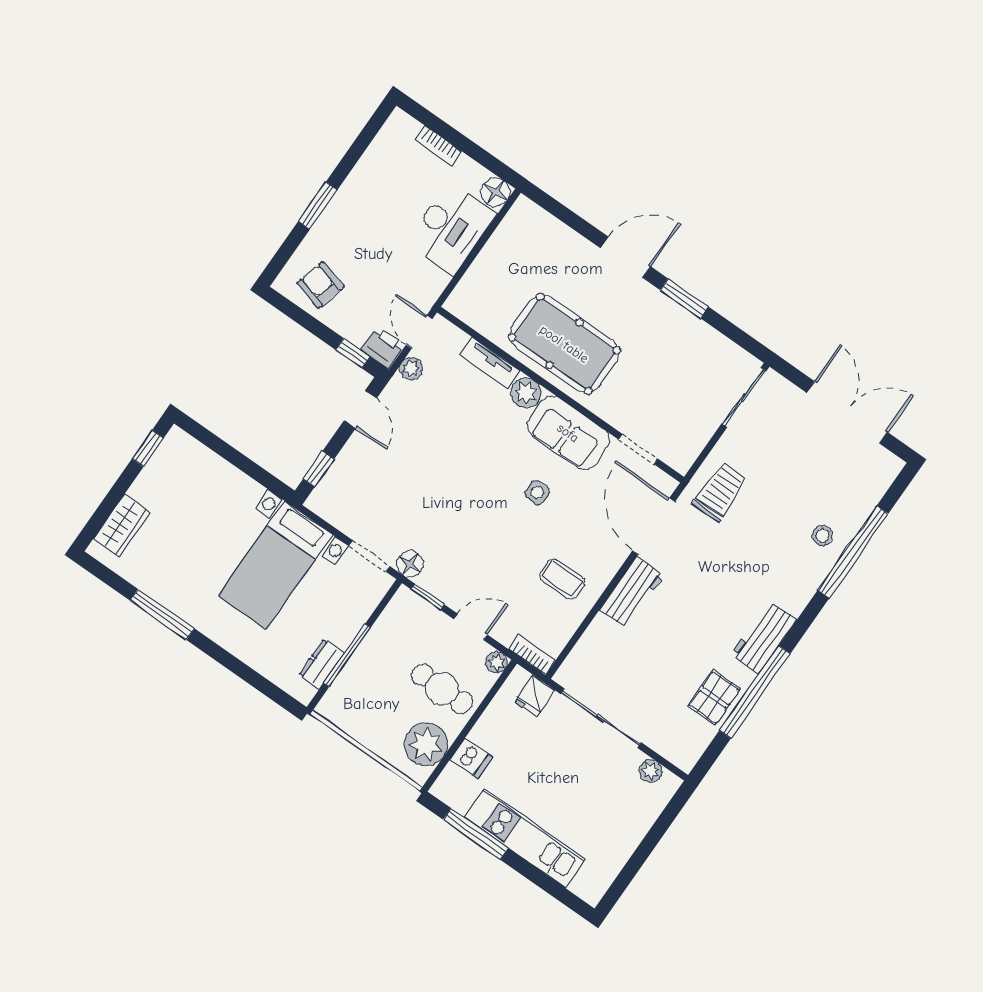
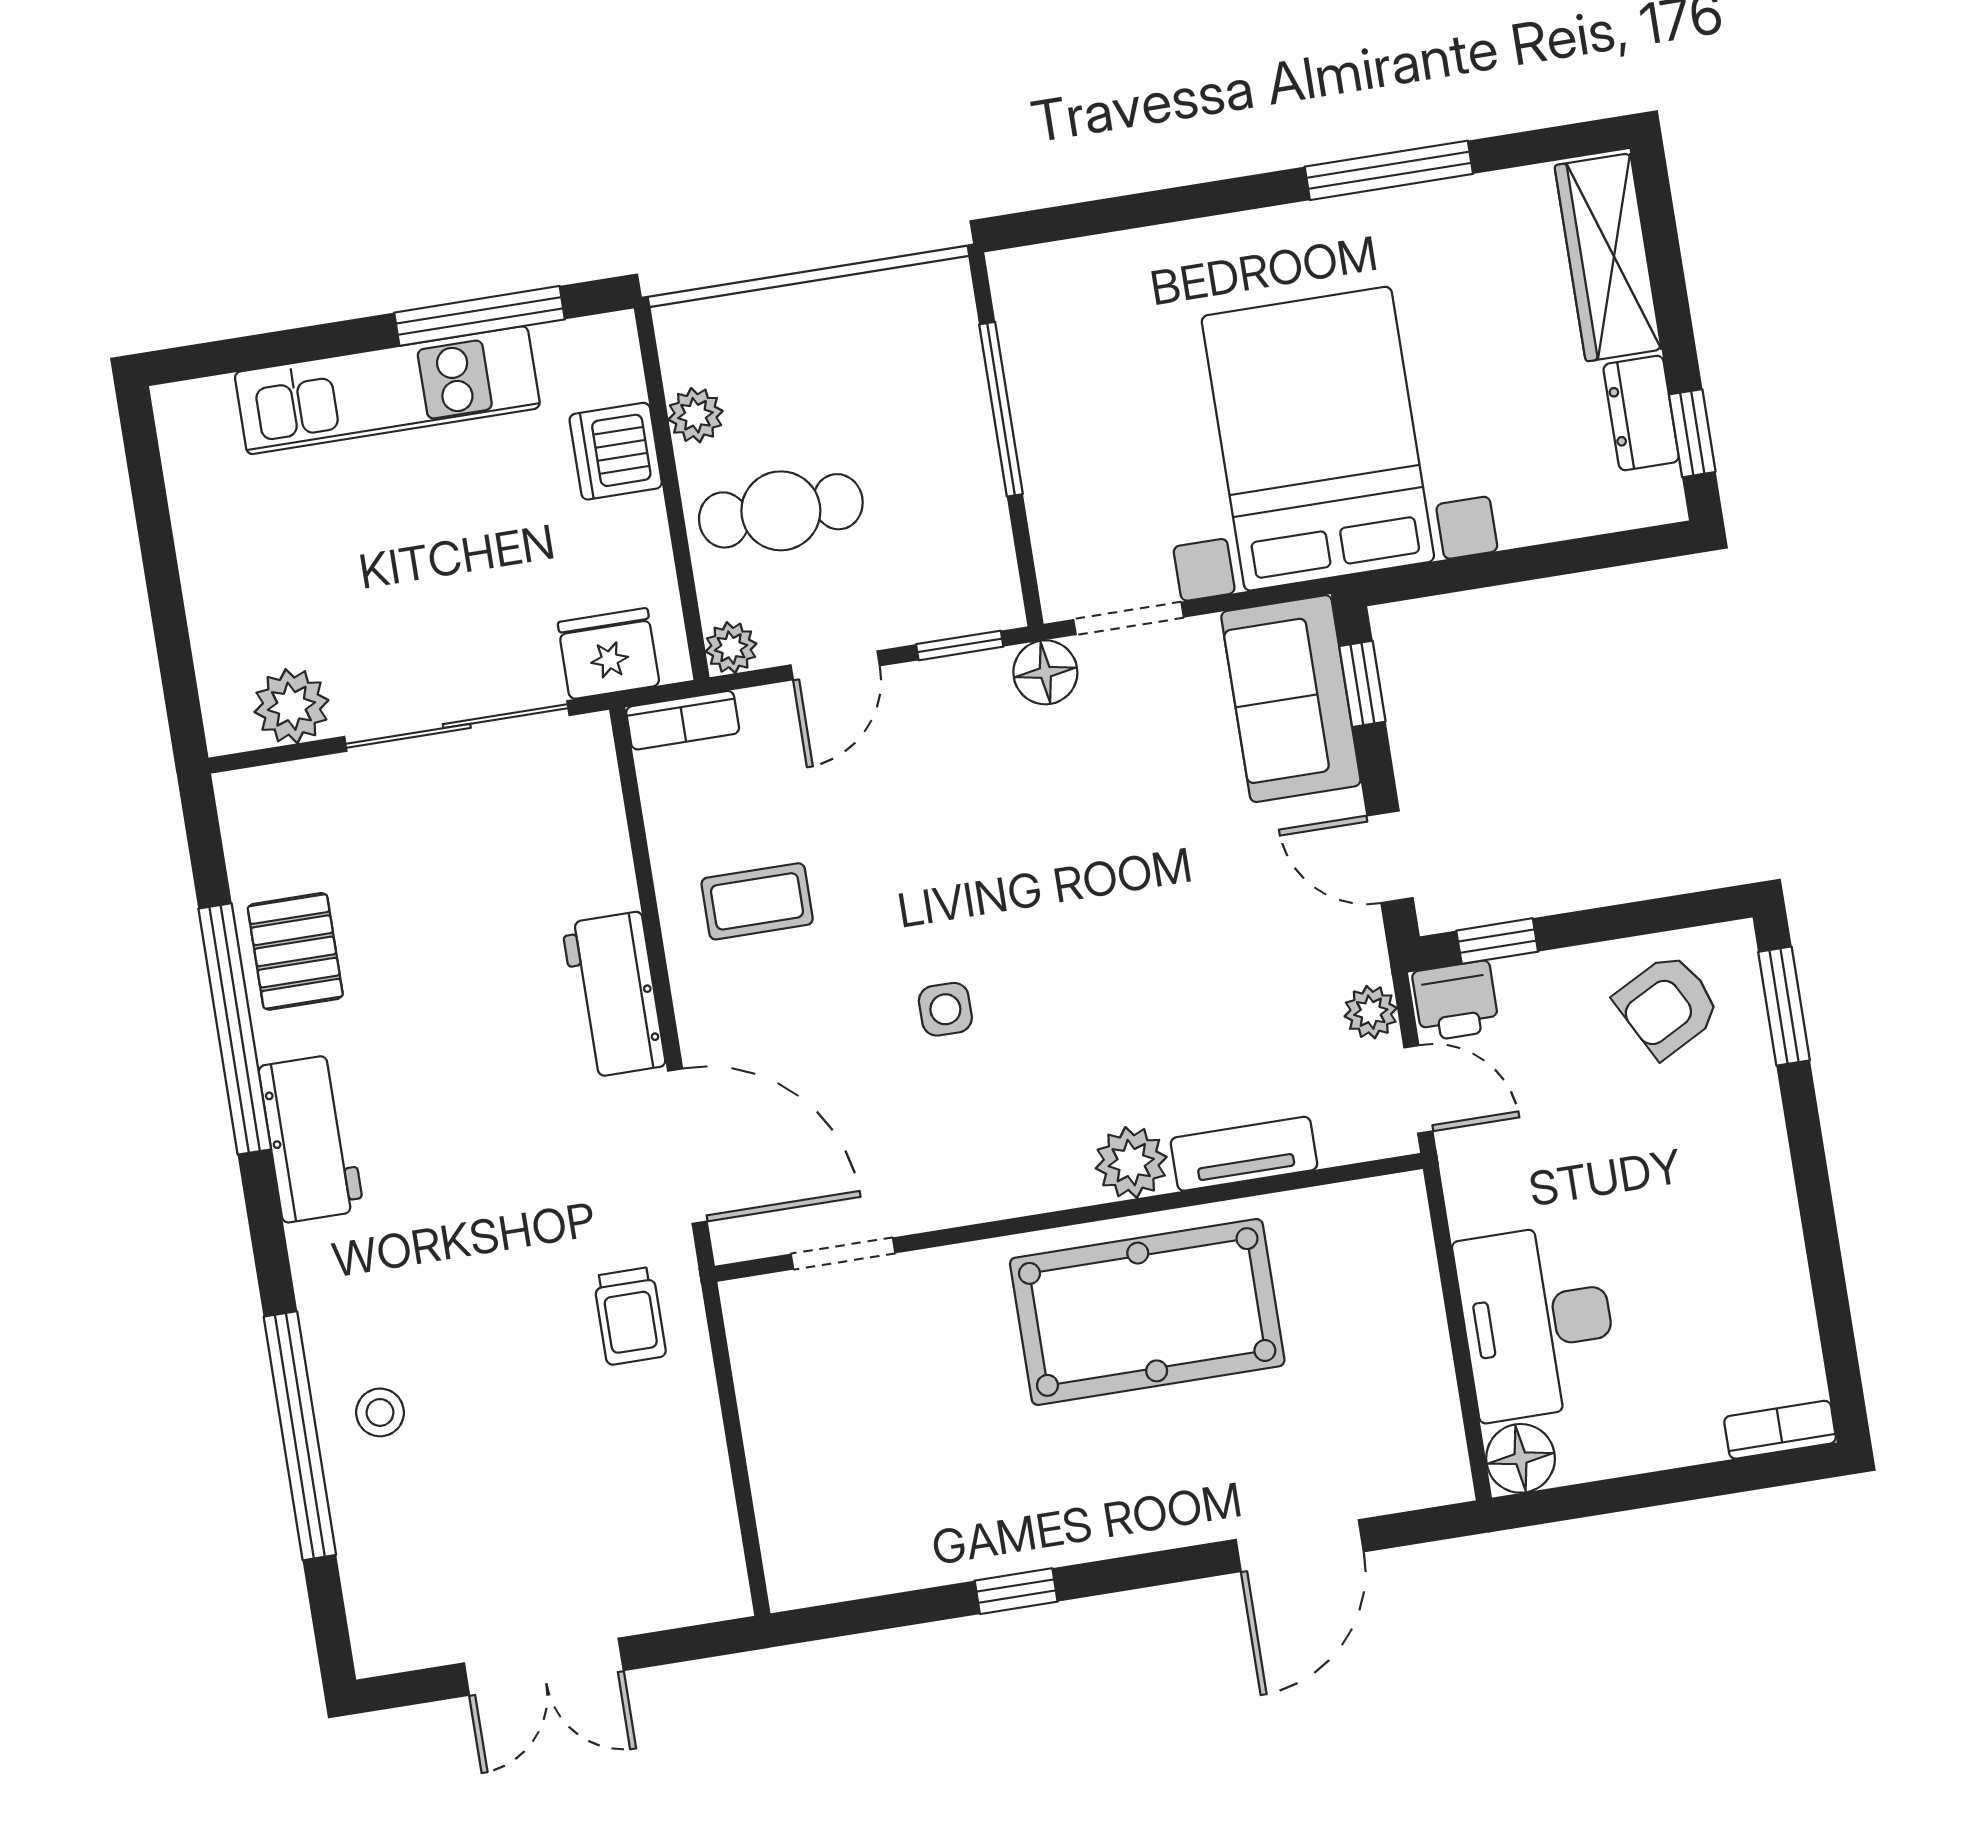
bookcase: (438, 146) -> (1780, 1430), moved
window: (318, 206) -> (1784, 1006), moved
door: (626, 257) -> (1300, 1546), moved
armchair: (321, 285) -> (1668, 1005), turned 137
window: (684, 298) -> (1016, 1591), width x0.67
sliding door: (744, 397) -> (747, 1520), removed
double door: (847, 412) -> (544, 1667), width x0.73
sofa: (568, 433) -> (1291, 699), moved, turned -90
trolley: (720, 492) -> (630, 1316), width x0.73, depth x0.72
wardrobe: (122, 525) -> (1608, 257), width x1.50
bed with nightstands: (276, 565) -> (1318, 439), width x1.36
dresser: (321, 664) -> (1641, 413), moved, turned 180
fridge: (535, 696) -> (609, 654), width x1.38
plant: (426, 744) -> (696, 415), width x0.53, depth x0.53
dishwasher: (471, 758) -> (616, 451), width x1.38
plant: (651, 771) -> (291, 706), width x1.38, depth x1.38

